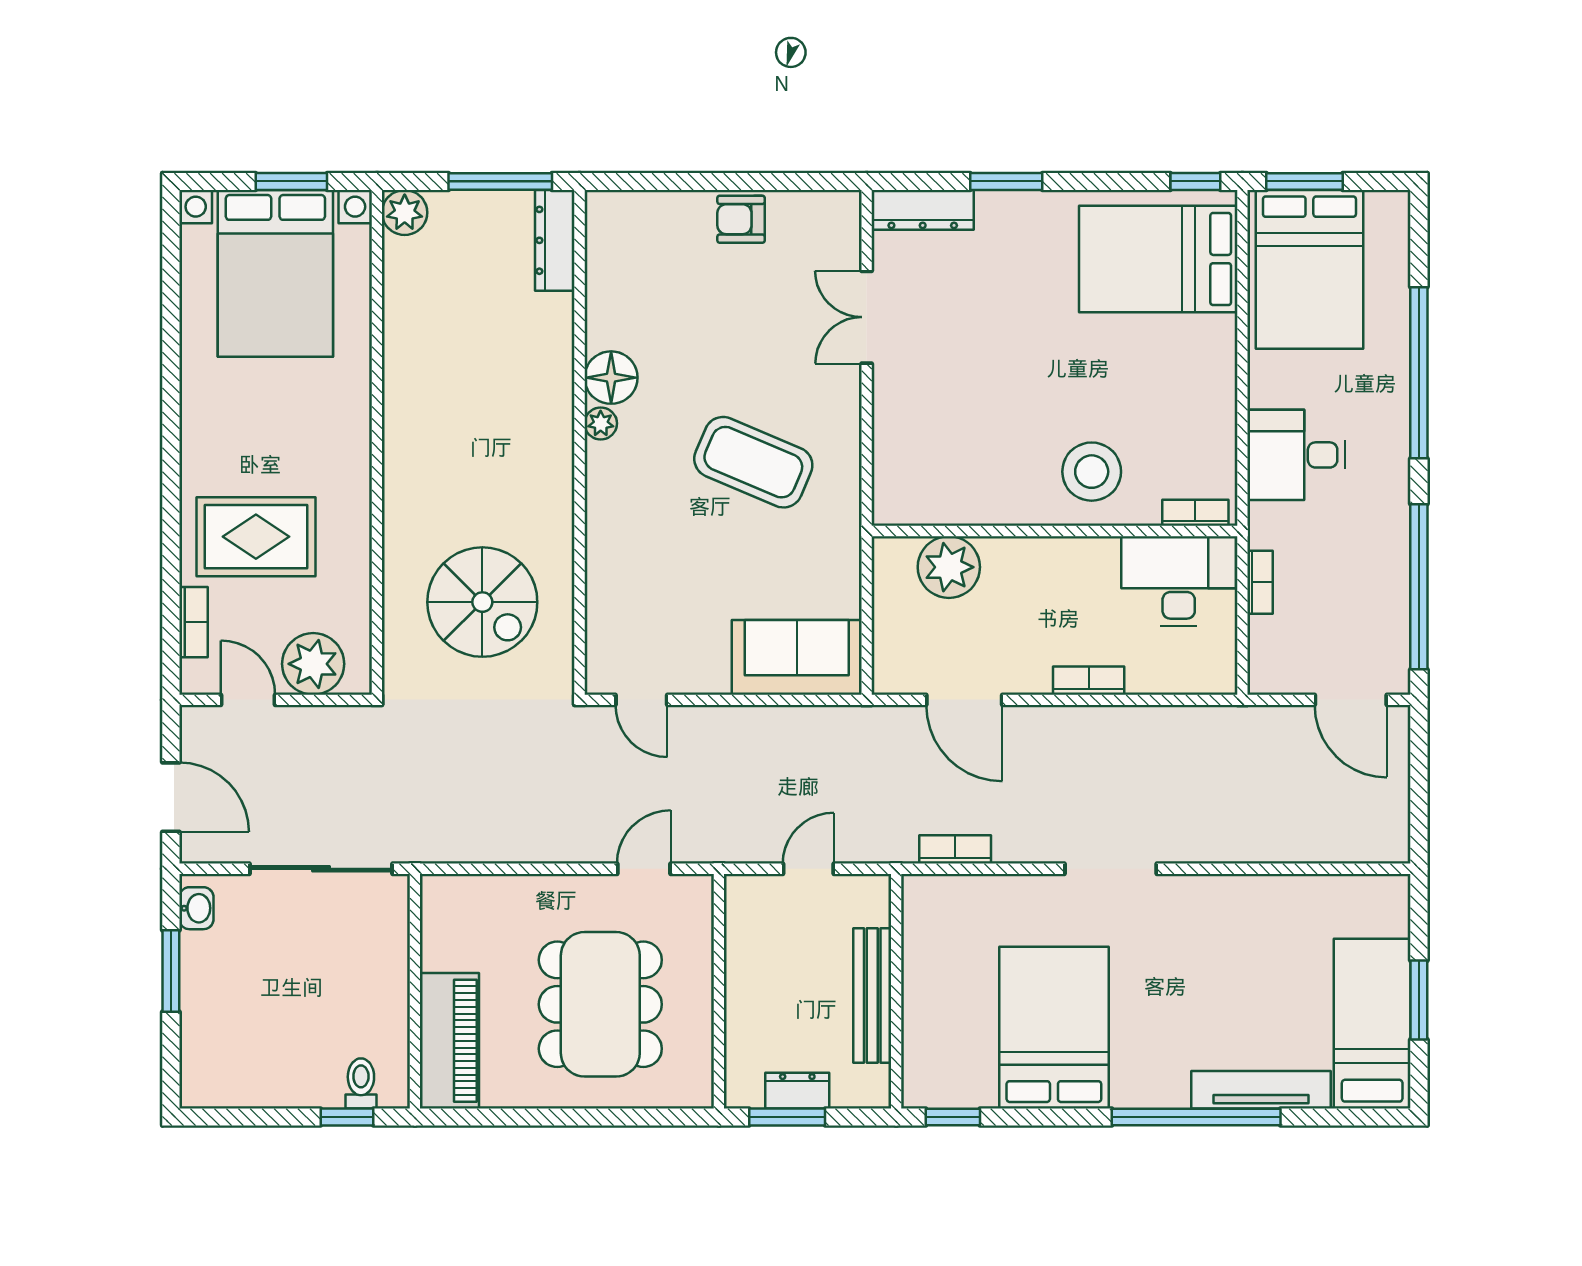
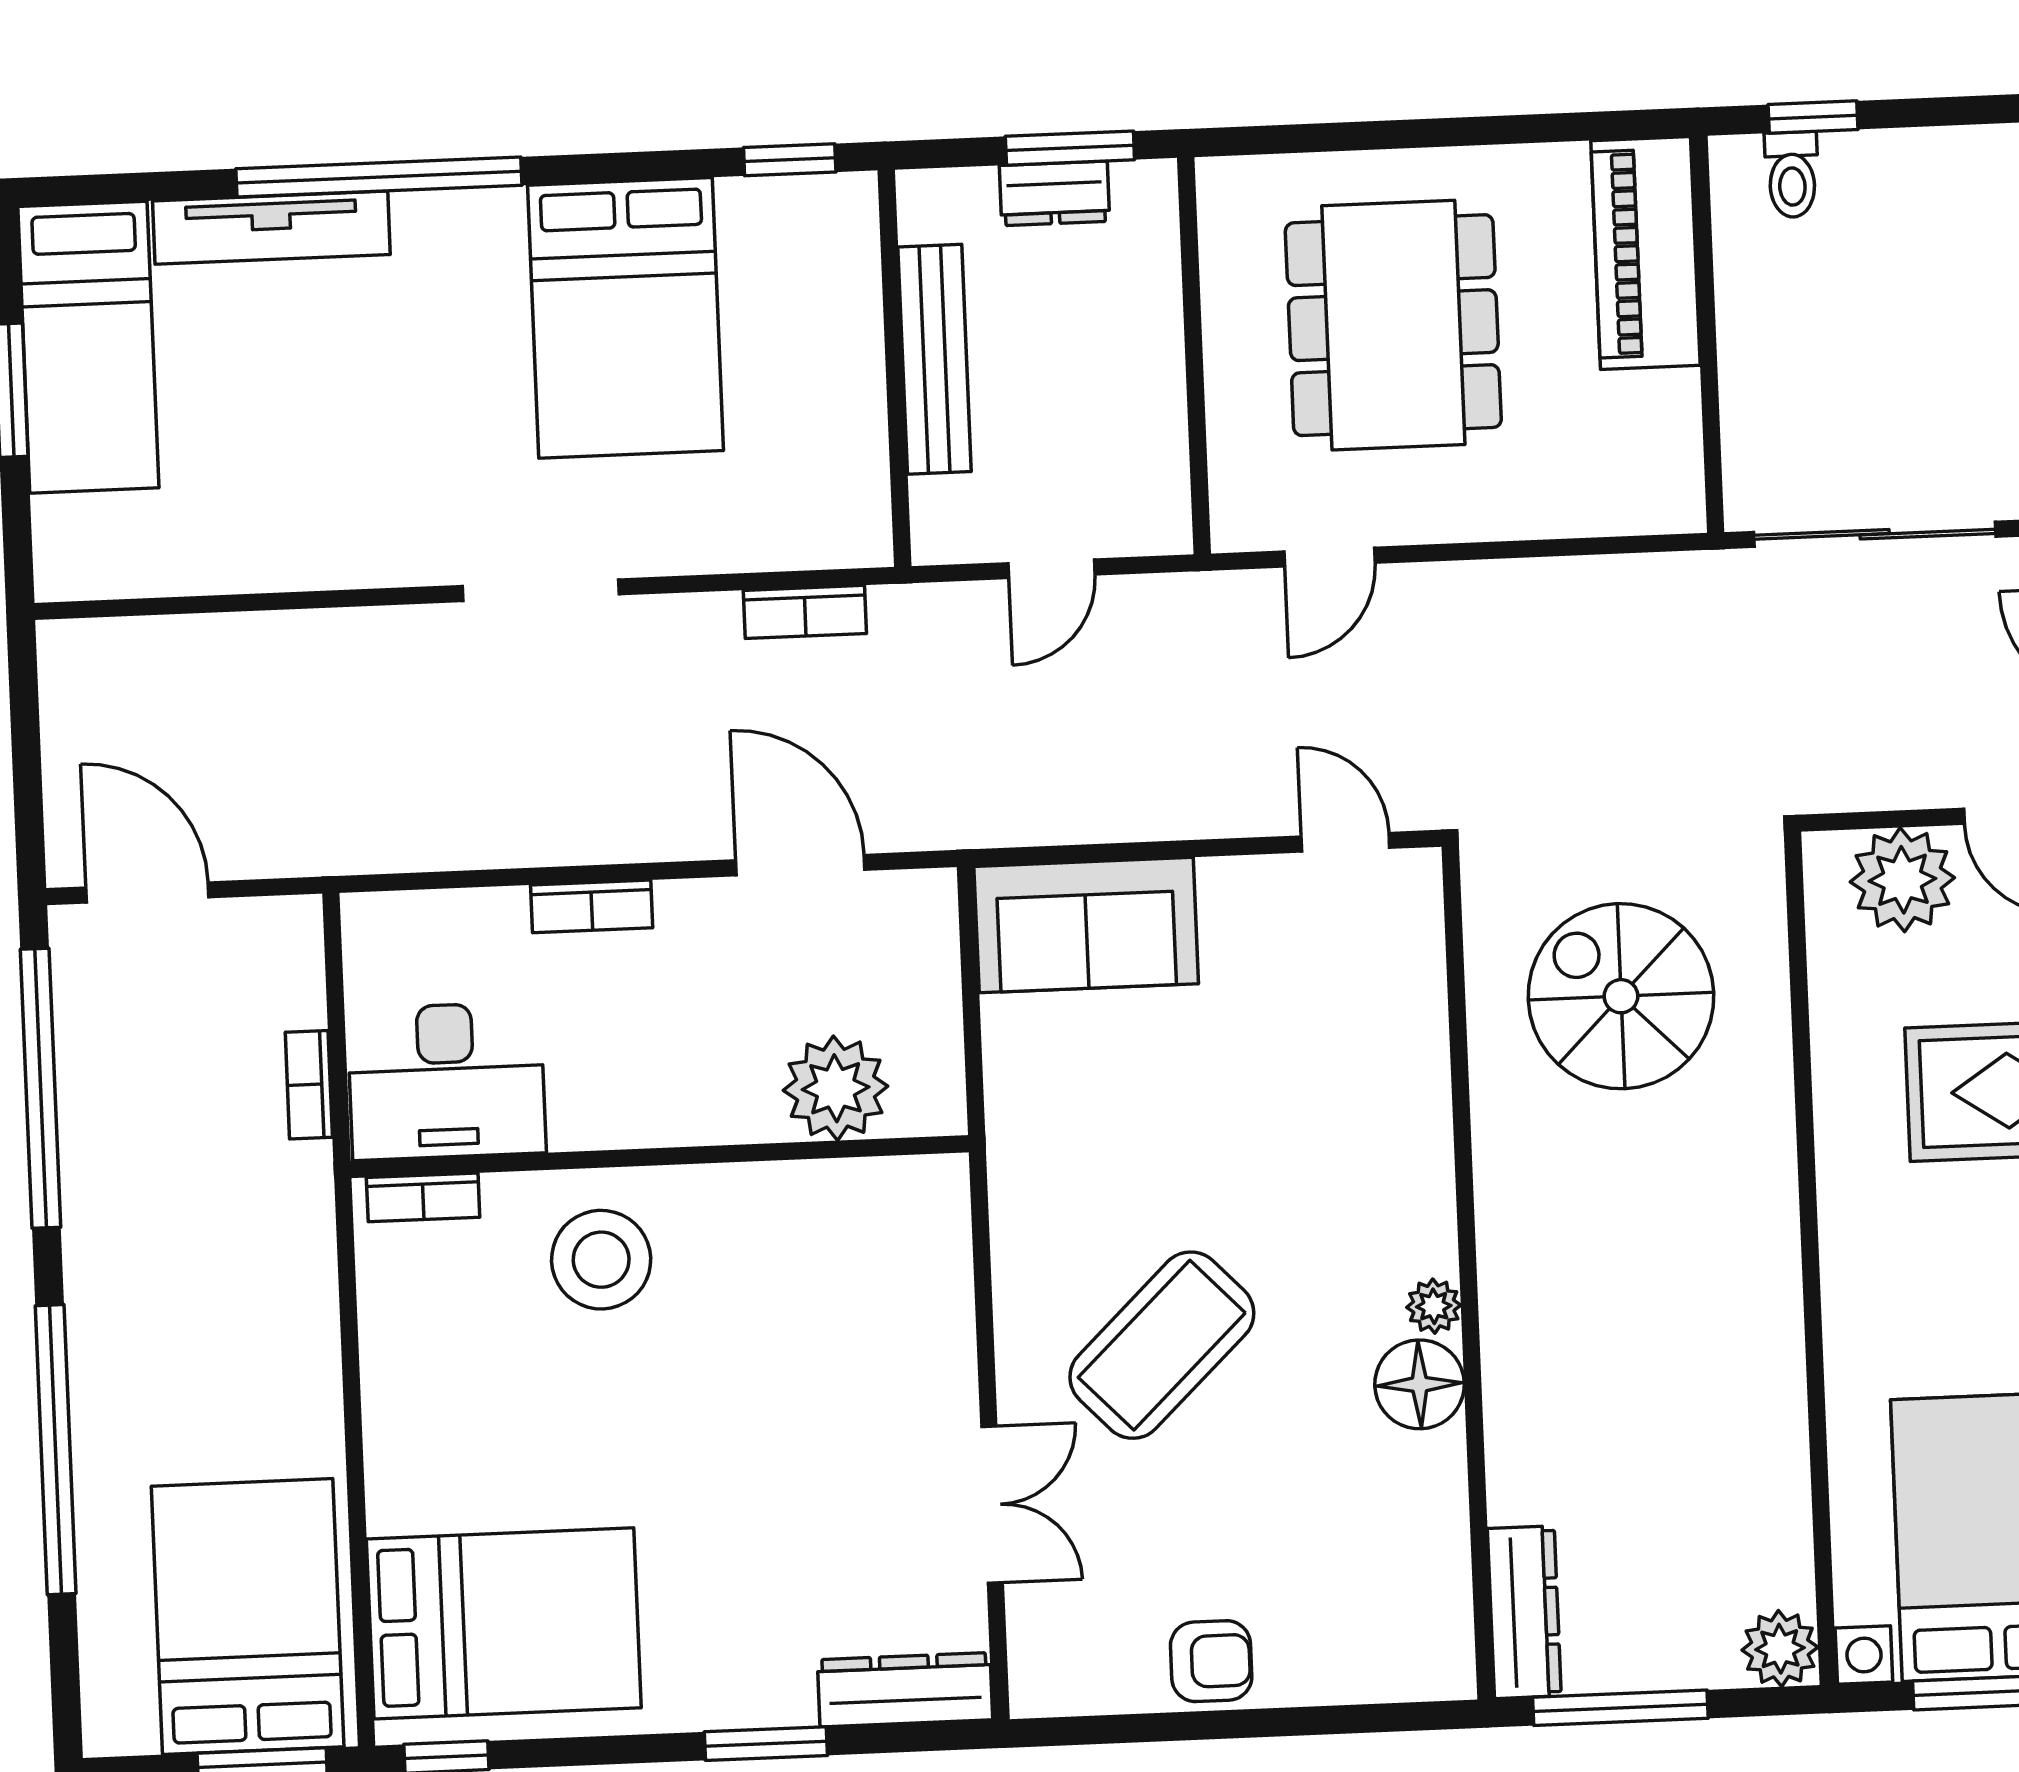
desk: (1296, 455) -> (257, 1302), removed
coffee table: (753, 462) -> (1162, 1345), moved, turned -67

